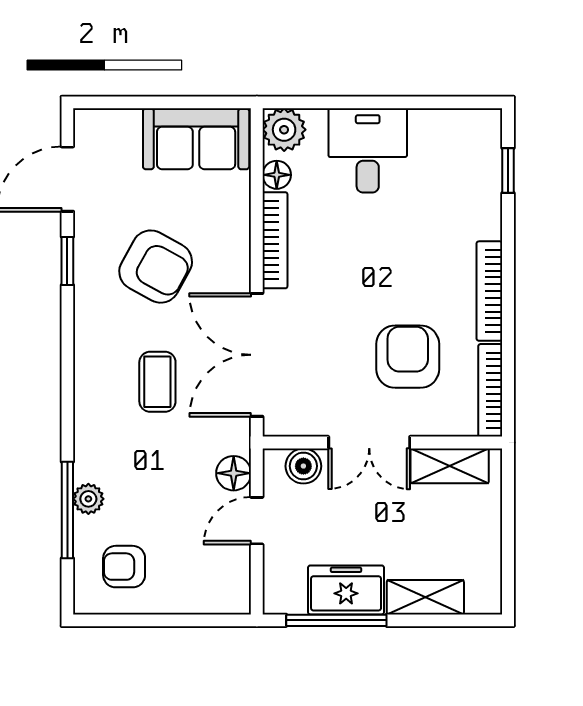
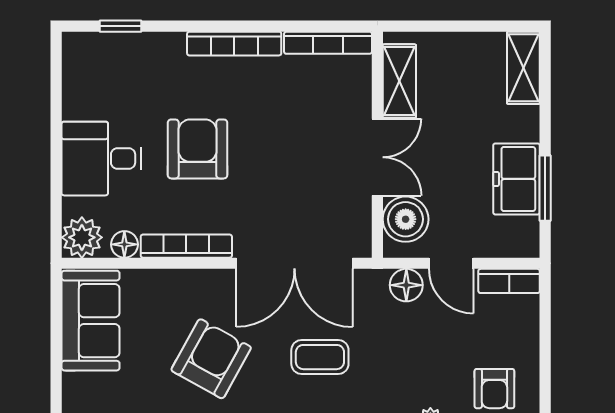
armchair: (408, 357) -> (198, 149), moved, turned 90
boiler: (303, 466) -> (406, 219), width x1.36, depth x1.36
bookcase: (238, 582) -> (509, 281), added
shelving: (425, 597) -> (523, 68), moved
window: (336, 620) -> (545, 188), width x0.69

